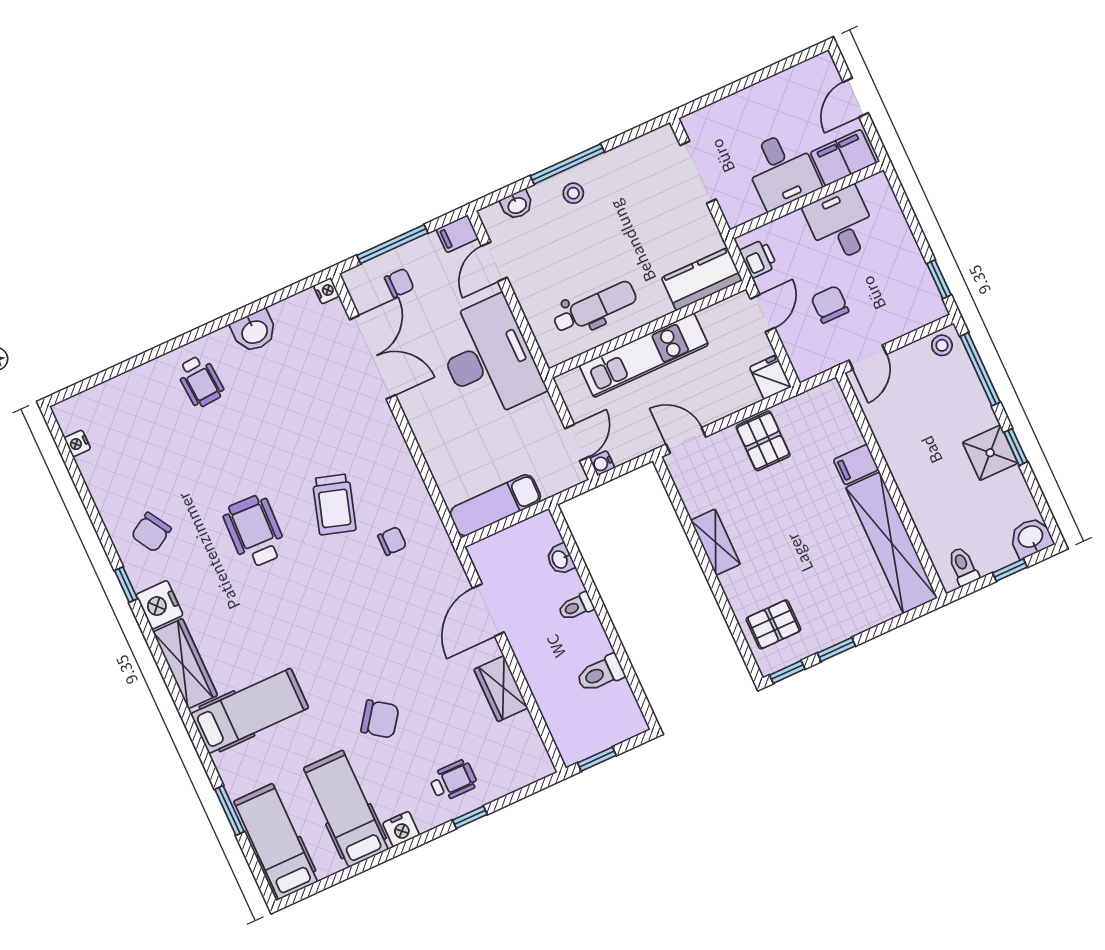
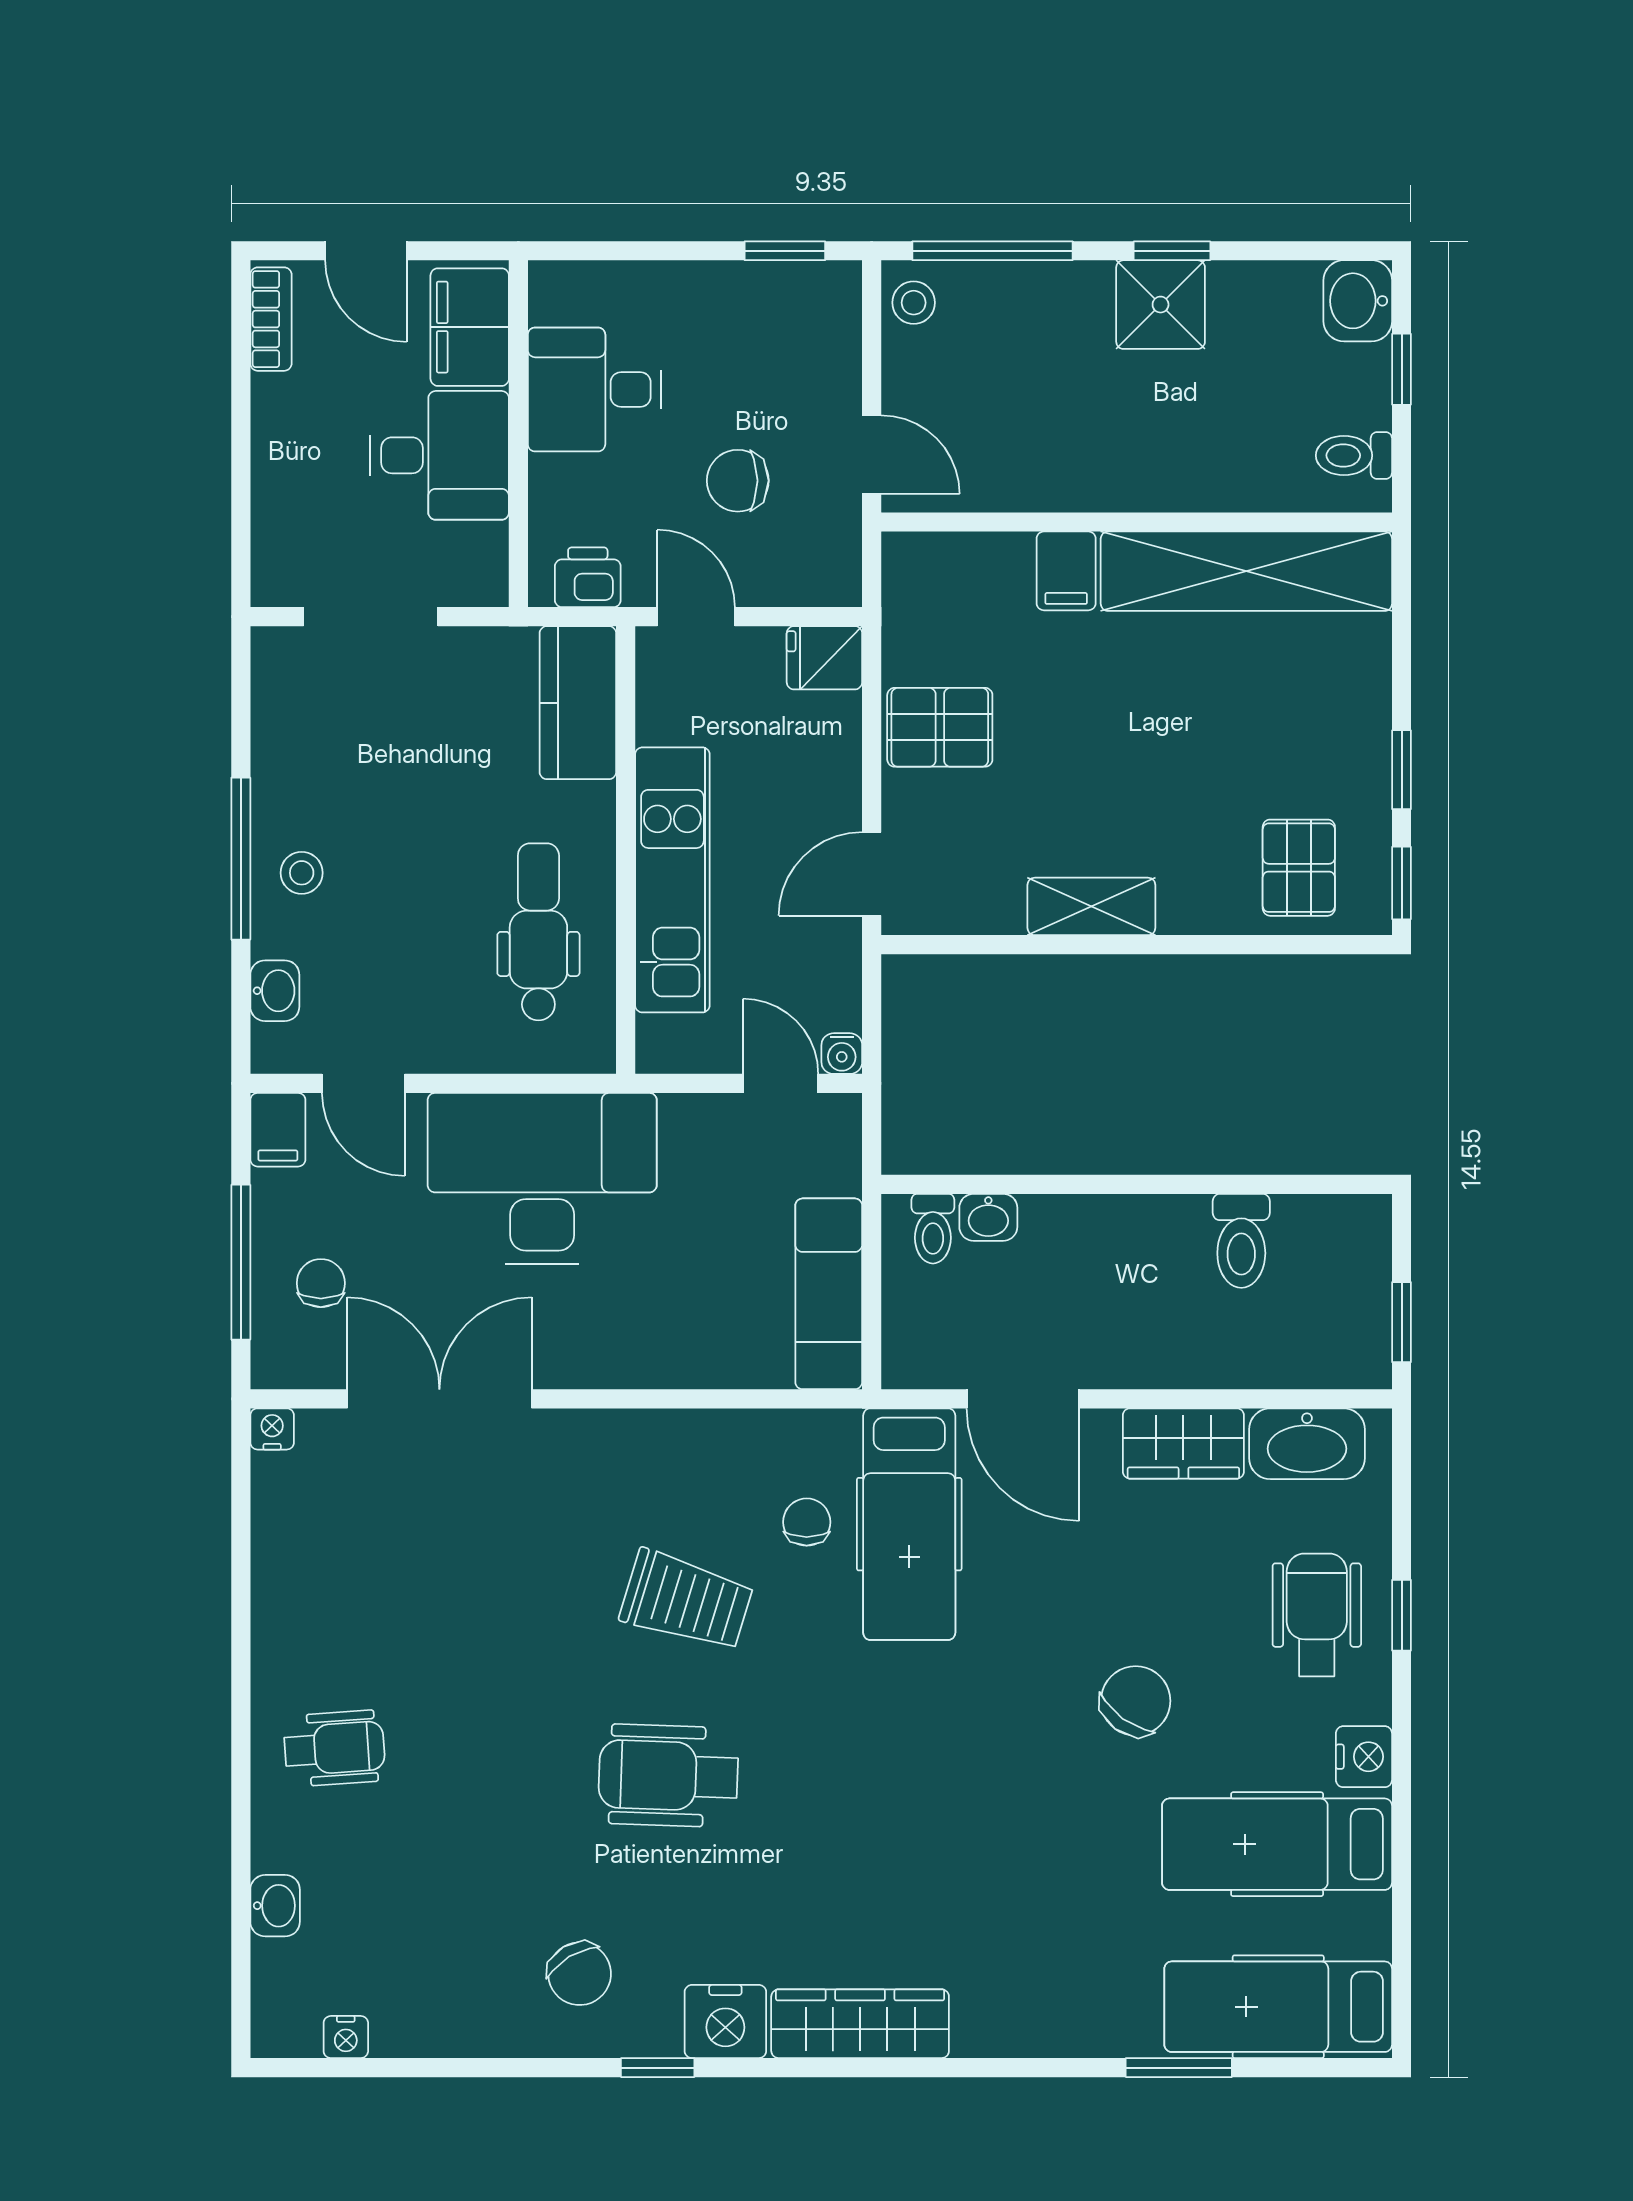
bookcase: (807, 70) -> (271, 319), added
washbasin: (254, 331) -> (275, 1906), moved, width x0.72, depth x0.69
toilet: (576, 607) -> (933, 1229), moved
hospital bed: (250, 711) -> (909, 1524), moved, turned 180
washbasin: (525, 742) -> (1307, 1444), added
wheelchair: (453, 781) -> (1317, 1615), width x1.36, depth x1.37

